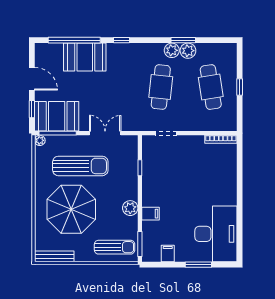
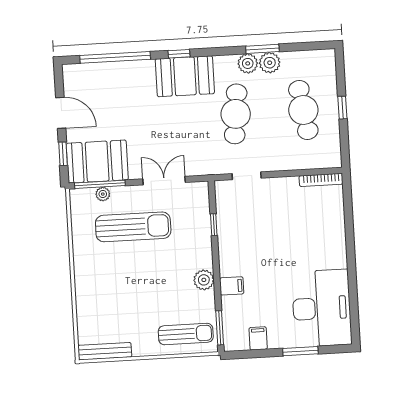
booth: (85, 57) -> (185, 76), moved
plant: (40, 140) -> (103, 194), moved
parasol: (71, 209) -> (124, 286), removed

